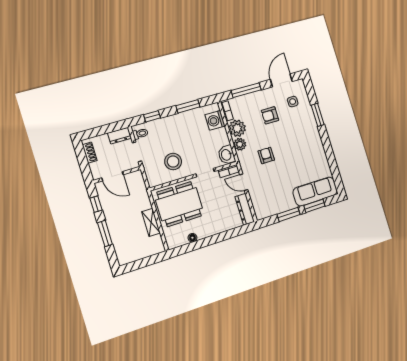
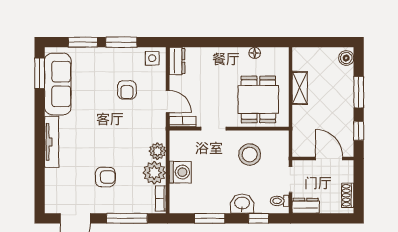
side table: (293, 102) -> (152, 58), moved
window: (318, 115) -> (40, 73), moved
washing machine: (215, 120) -> (180, 172), moved
tv unit: (313, 129) -> (52, 142), added
washbasin: (227, 155) -> (242, 204), moved, turned -90
armchair: (266, 155) -> (127, 90), moved
sofa: (315, 191) -> (58, 84), moved, turned -90
dining table: (179, 204) -> (258, 99), width x0.73
dresser: (245, 209) -> (177, 61), width x0.70
boiler: (123, 256) -> (346, 58), added

